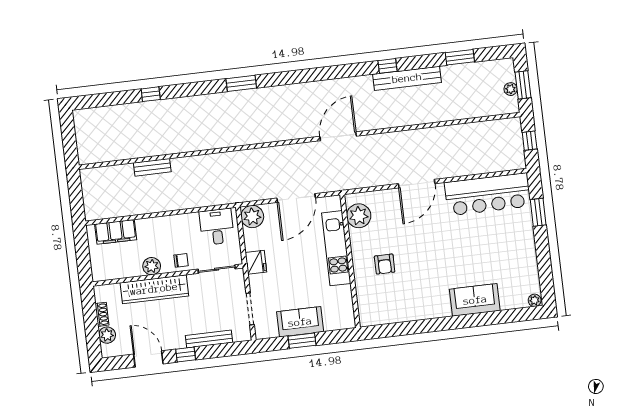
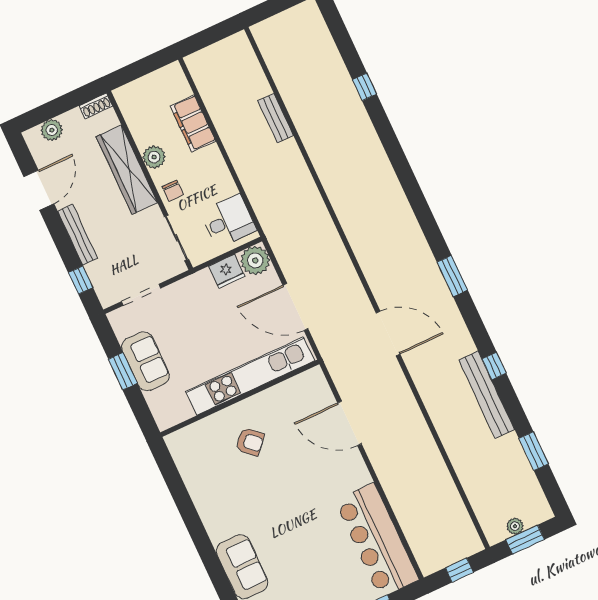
window: (241, 83) -> (452, 276), moved
door: (417, 184) -> (350, 423), moved
plant: (359, 216) -> (299, 391), removed
filing cabinet: (116, 232) -> (193, 123), moved
kitchen unit: (336, 248) -> (250, 376), width x1.36
fridge: (256, 262) -> (227, 271), moved
armchair: (385, 264) -> (250, 442), turned -138
shoe rack: (102, 314) -> (96, 106), moved
bench: (209, 339) -> (78, 235), moved
window: (186, 355) -> (81, 280), moved

